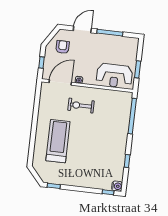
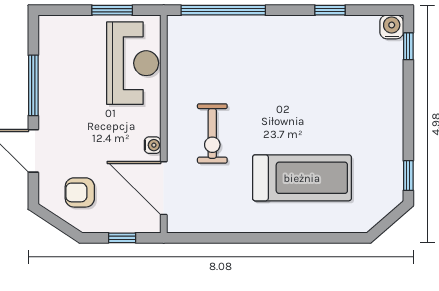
treadmill: (58, 141) -> (302, 178), turned 180

